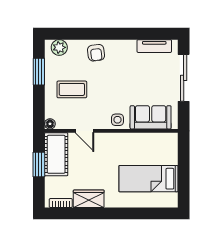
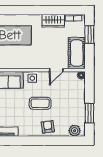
coffee table: (72, 89) -> (40, 103), moved
door: (84, 131) -> (56, 70), swing flipped
window: (39, 165) -> (89, 35), moved

